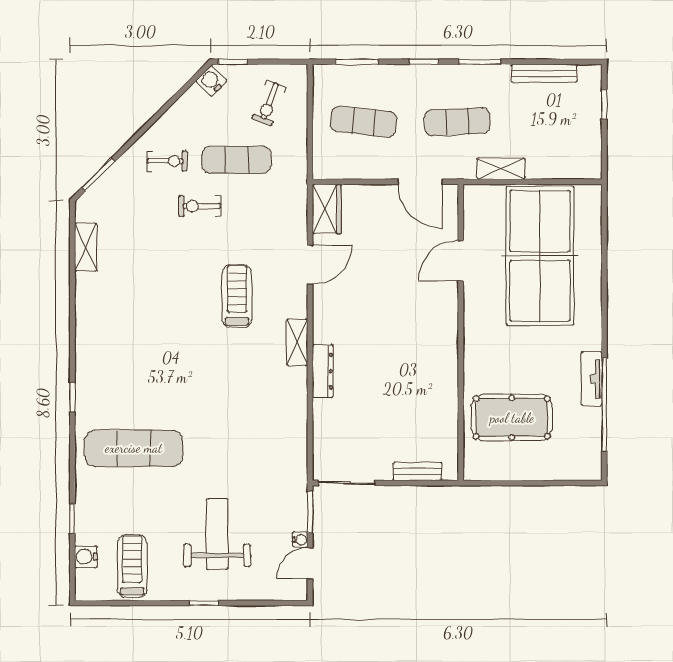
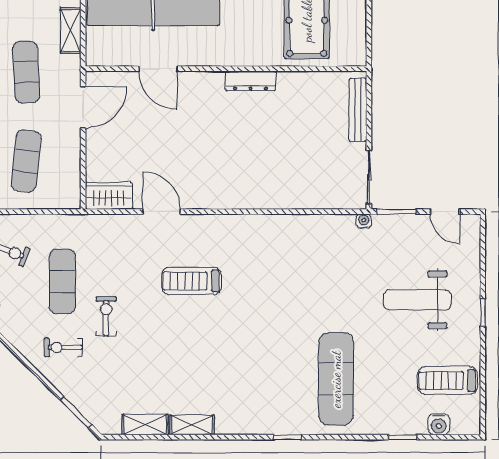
exercise bike: (167, 161) -> (63, 347), turned -90
exercise bike: (200, 206) -> (106, 316), turned 180
shelving: (297, 342) -> (192, 425), moved
dresser: (323, 371) -> (251, 81), moved, turned 180
bench: (417, 471) -> (358, 110), width x1.36
water cooler: (300, 540) -> (364, 221), moved

